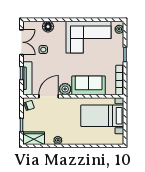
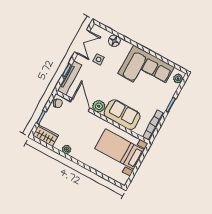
door: (49, 96) -> (80, 105), hinge flipped

